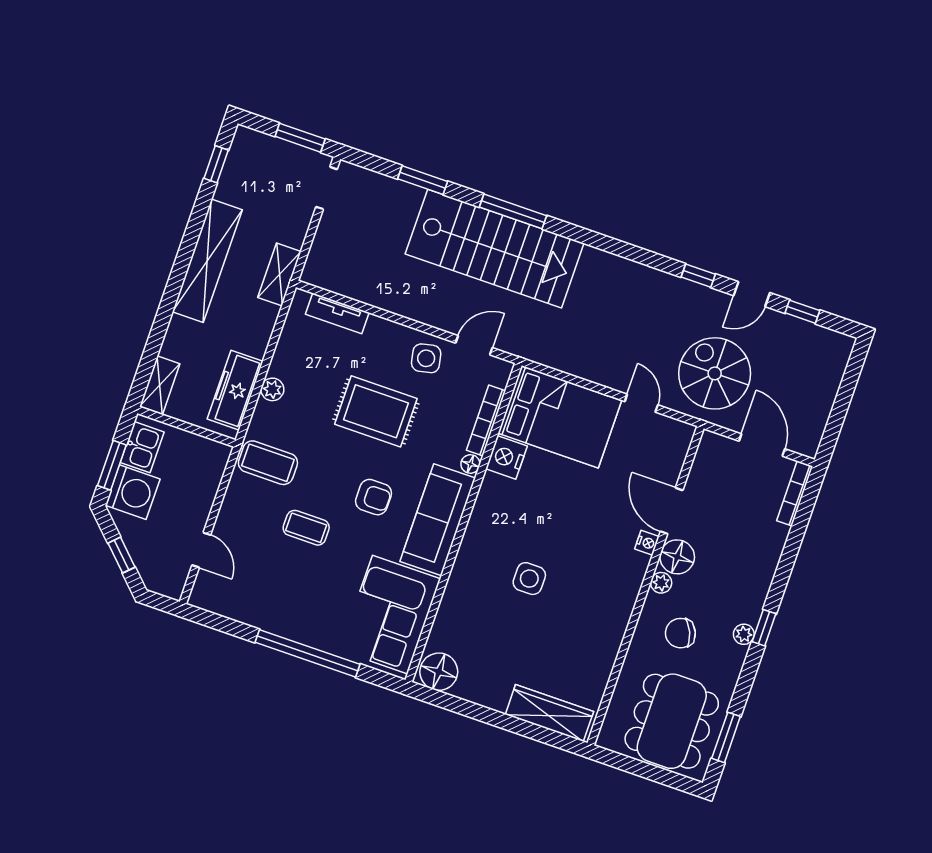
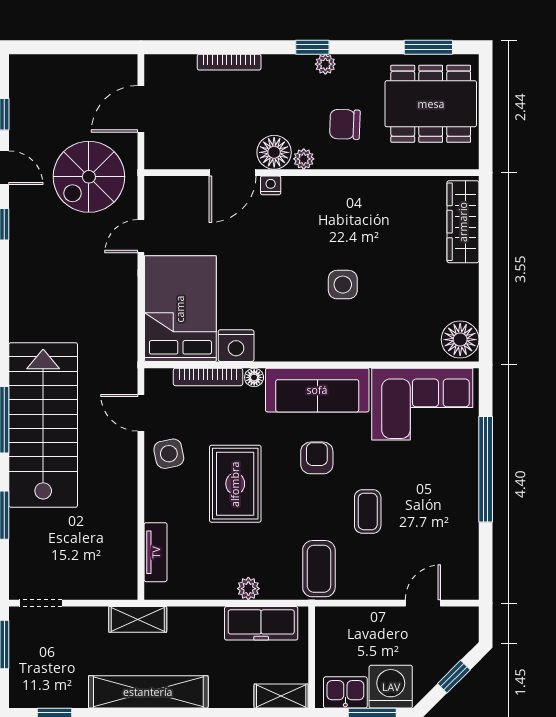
bookcase: (795, 493) -> (229, 62), moved
chair: (680, 633) -> (345, 124), turned 115

